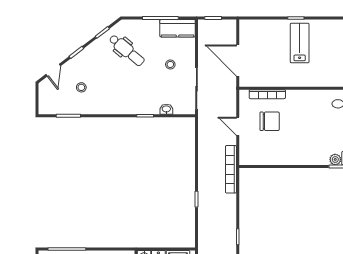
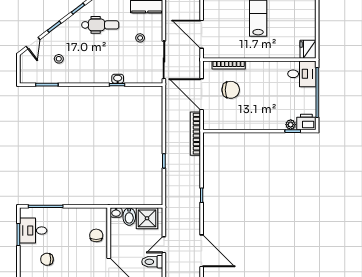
dental chair: (127, 50) -> (100, 25), turned -40
washbasin: (166, 109) -> (118, 79), moved
door: (238, 126) -> (202, 94), width x1.88

